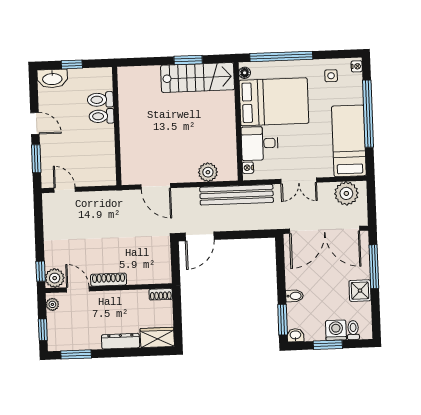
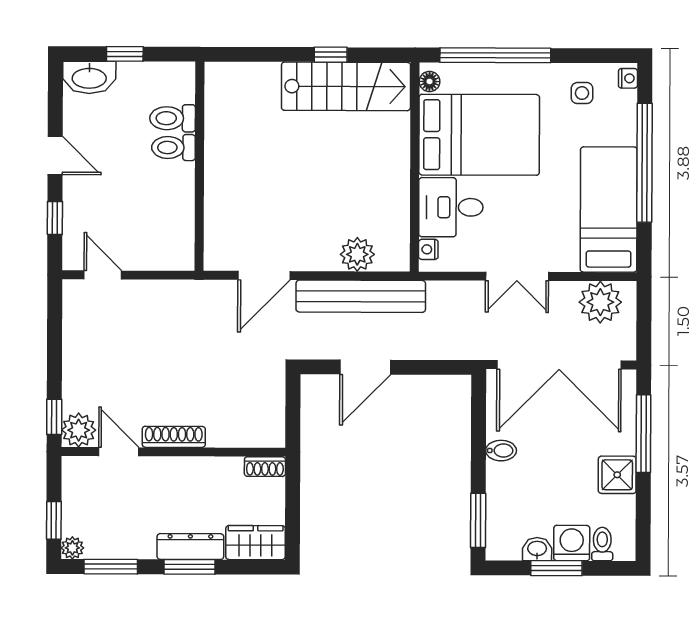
window: (188, 60) -> (331, 55), width x0.67
window: (36, 159) -> (55, 218), width x0.67
door: (156, 186) -> (264, 275), hinge flipped
bench: (237, 195) -> (361, 296), moved
door: (200, 236) -> (365, 367), moved
bidet: (294, 296) -> (501, 451), moved
plant: (52, 304) -> (72, 548), moved
washbasin: (295, 335) -> (537, 549), moved
window: (121, 353) -> (190, 567), added

